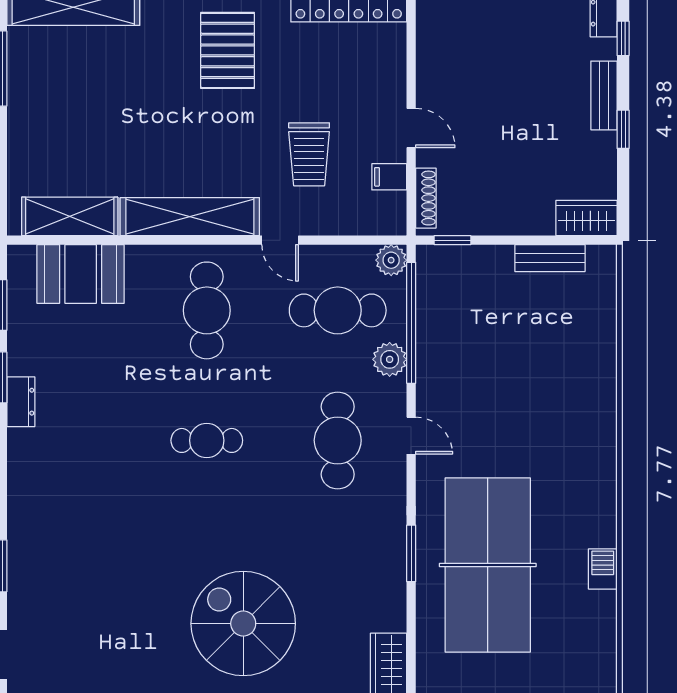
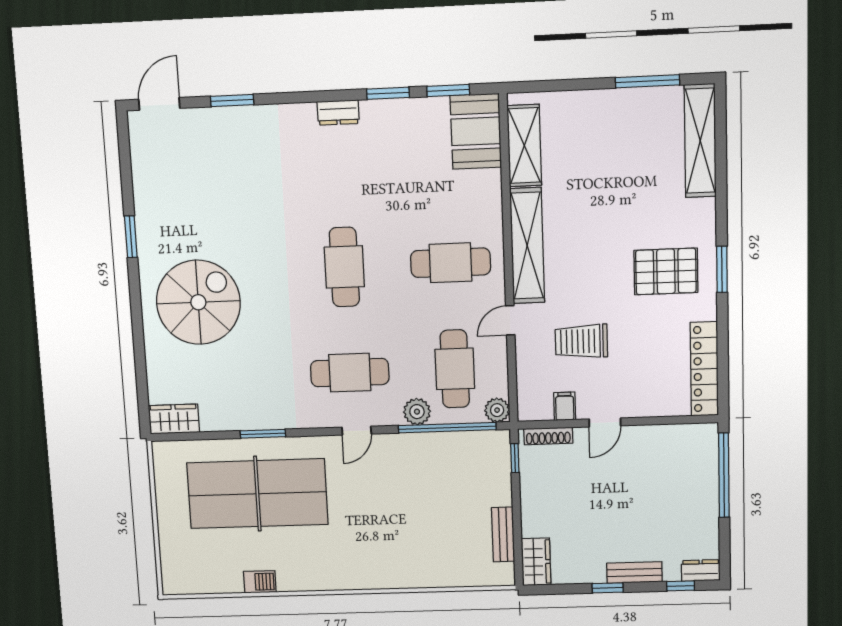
booth: (81, 274) -> (476, 131), moved
dresser: (21, 402) -> (338, 113), moved
cafe table: (207, 440) -> (344, 267), width x1.37, depth x1.35

